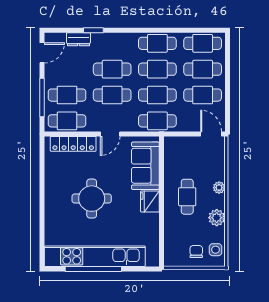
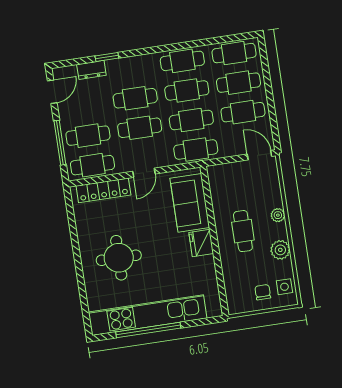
round table: (92, 199) -> (119, 258), moved

